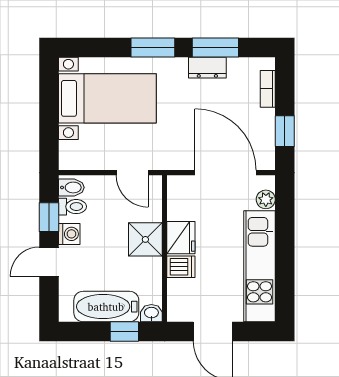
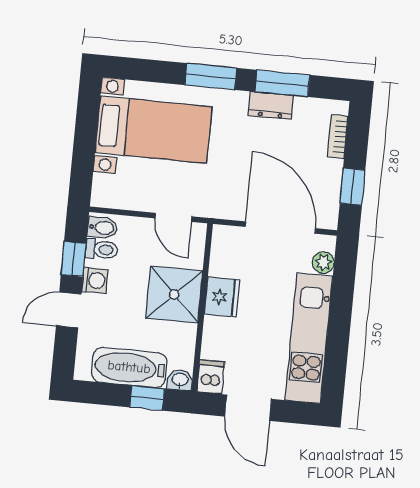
shower: (145, 239) -> (174, 294), width x1.36, depth x1.36
dishwasher: (181, 267) -> (211, 377), moved, turned -90

